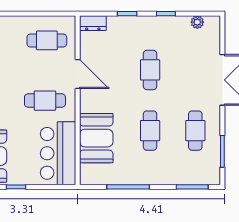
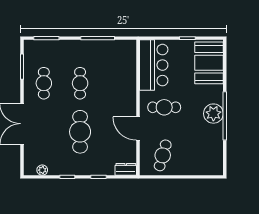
cafe table: (47, 40) -> (163, 155), turned -74
cafe table: (150, 70) -> (80, 132), width x1.37, depth x1.35
booth: (96, 138) -> (123, 77), removed

